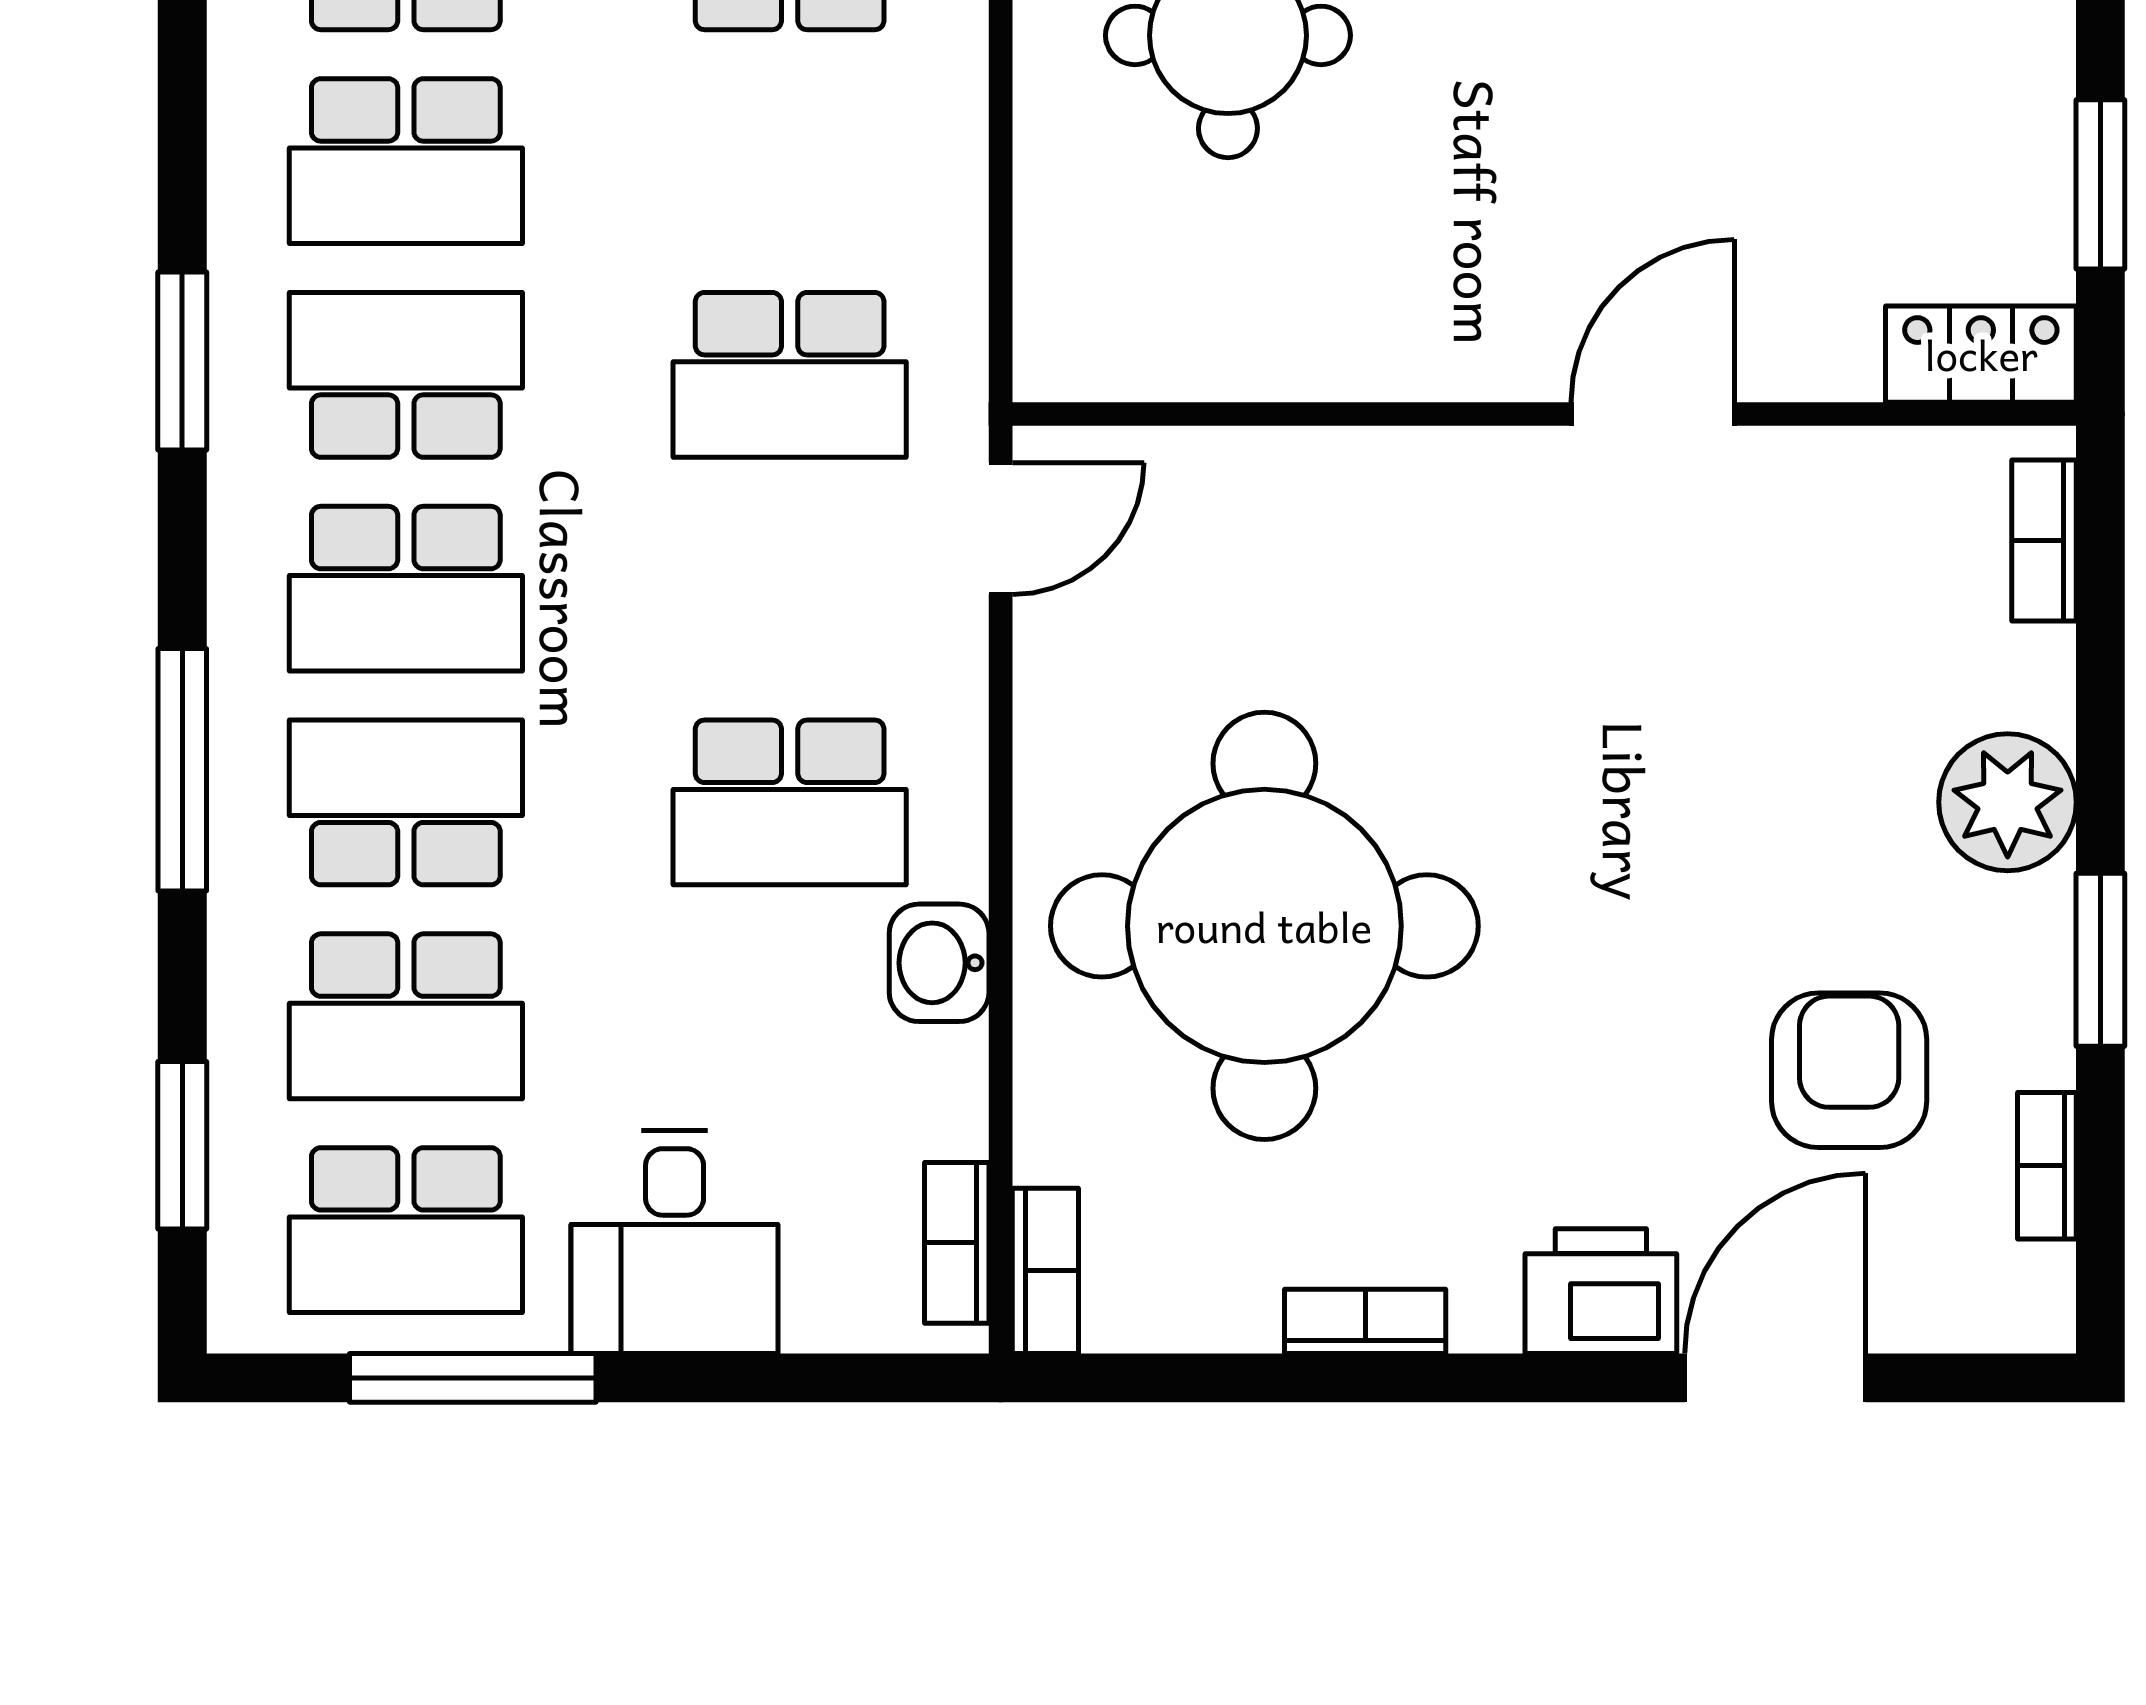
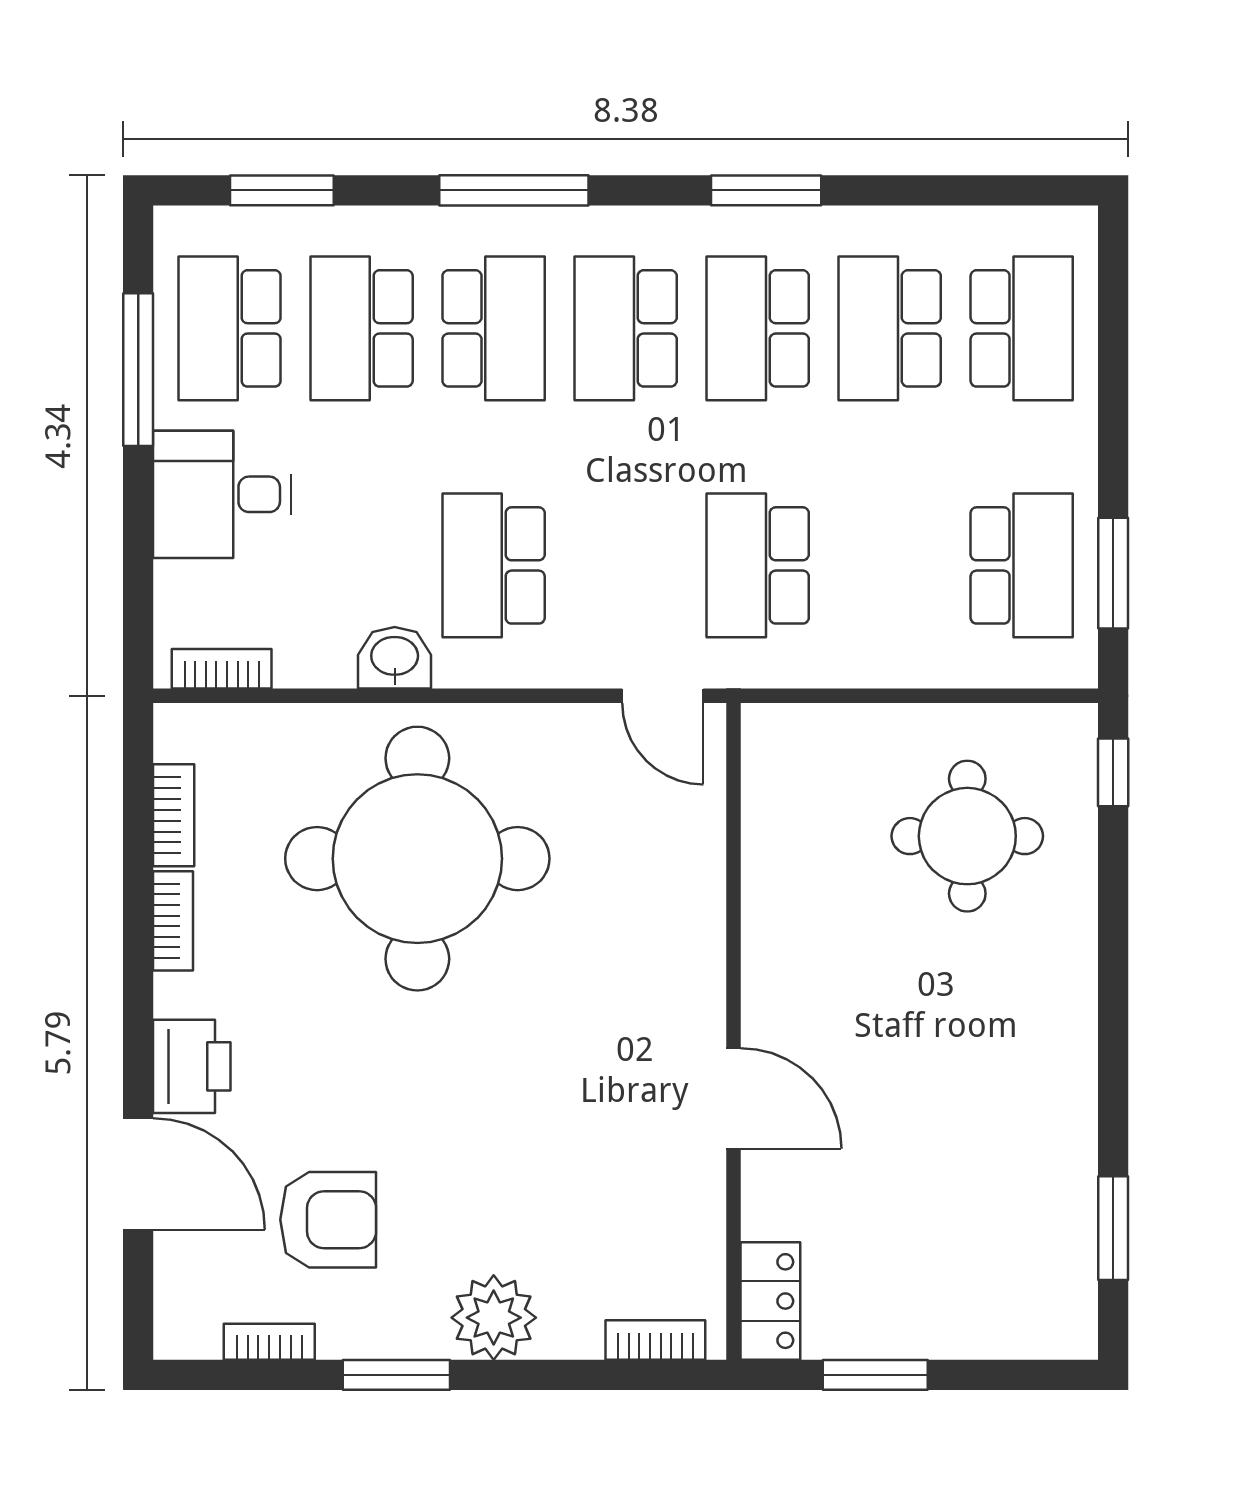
school desk: (406, 375) -> (758, 328), turned 180
bookcase: (1045, 1271) -> (174, 815), moved, turned -90

